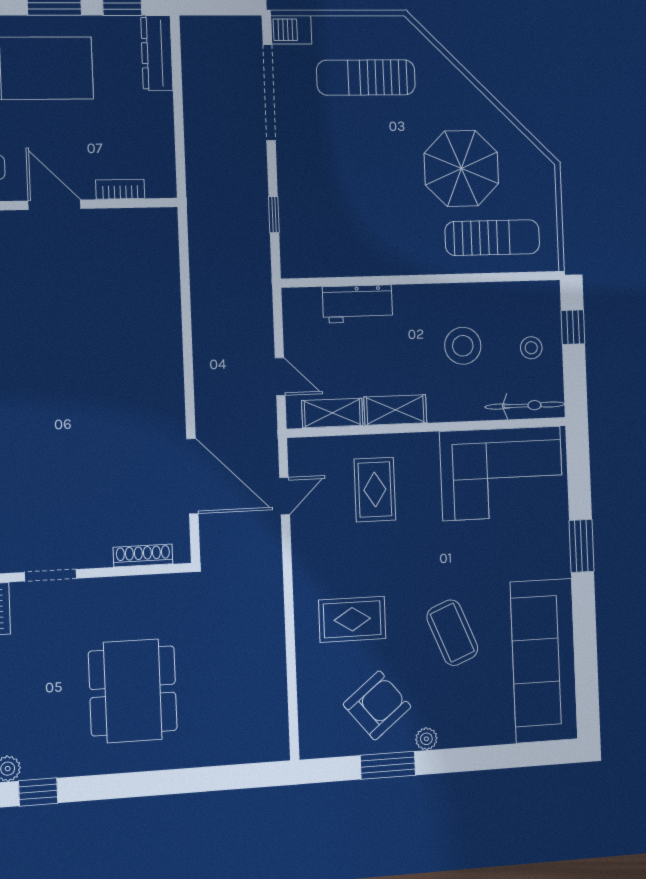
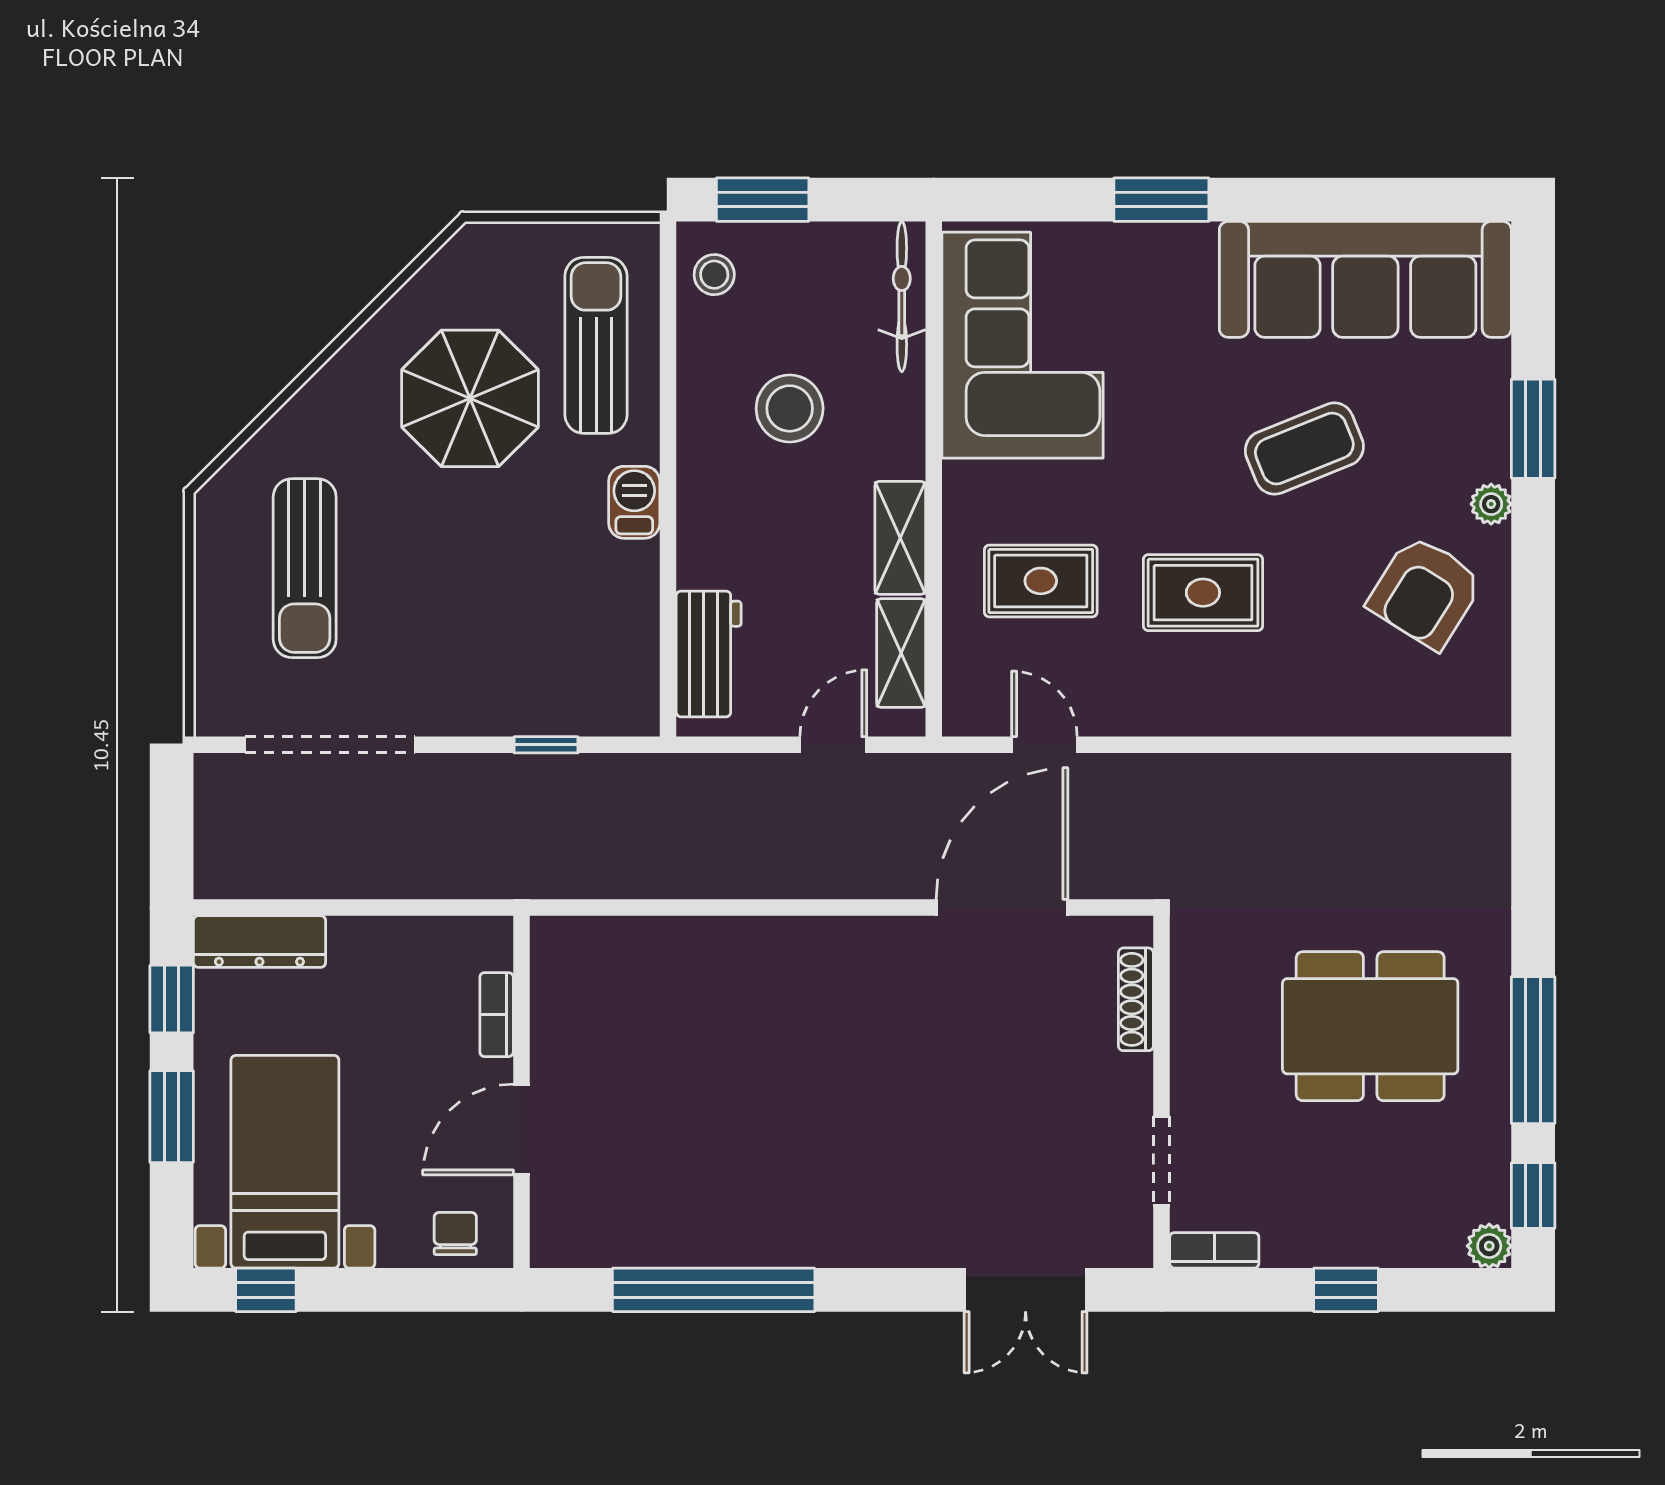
barbecue: (291, 30) -> (634, 502), moved, turned 180
workbench: (358, 304) -> (709, 654), moved
window: (573, 327) -> (763, 200), width x1.50
stool: (531, 348) -> (714, 275), moved
rug: (352, 619) -> (1203, 593), moved, turned 90
armchair: (377, 705) -> (1425, 592), turned -109
window: (388, 765) -> (1533, 429), moved
window: (123, 785) -> (1533, 1050), added

